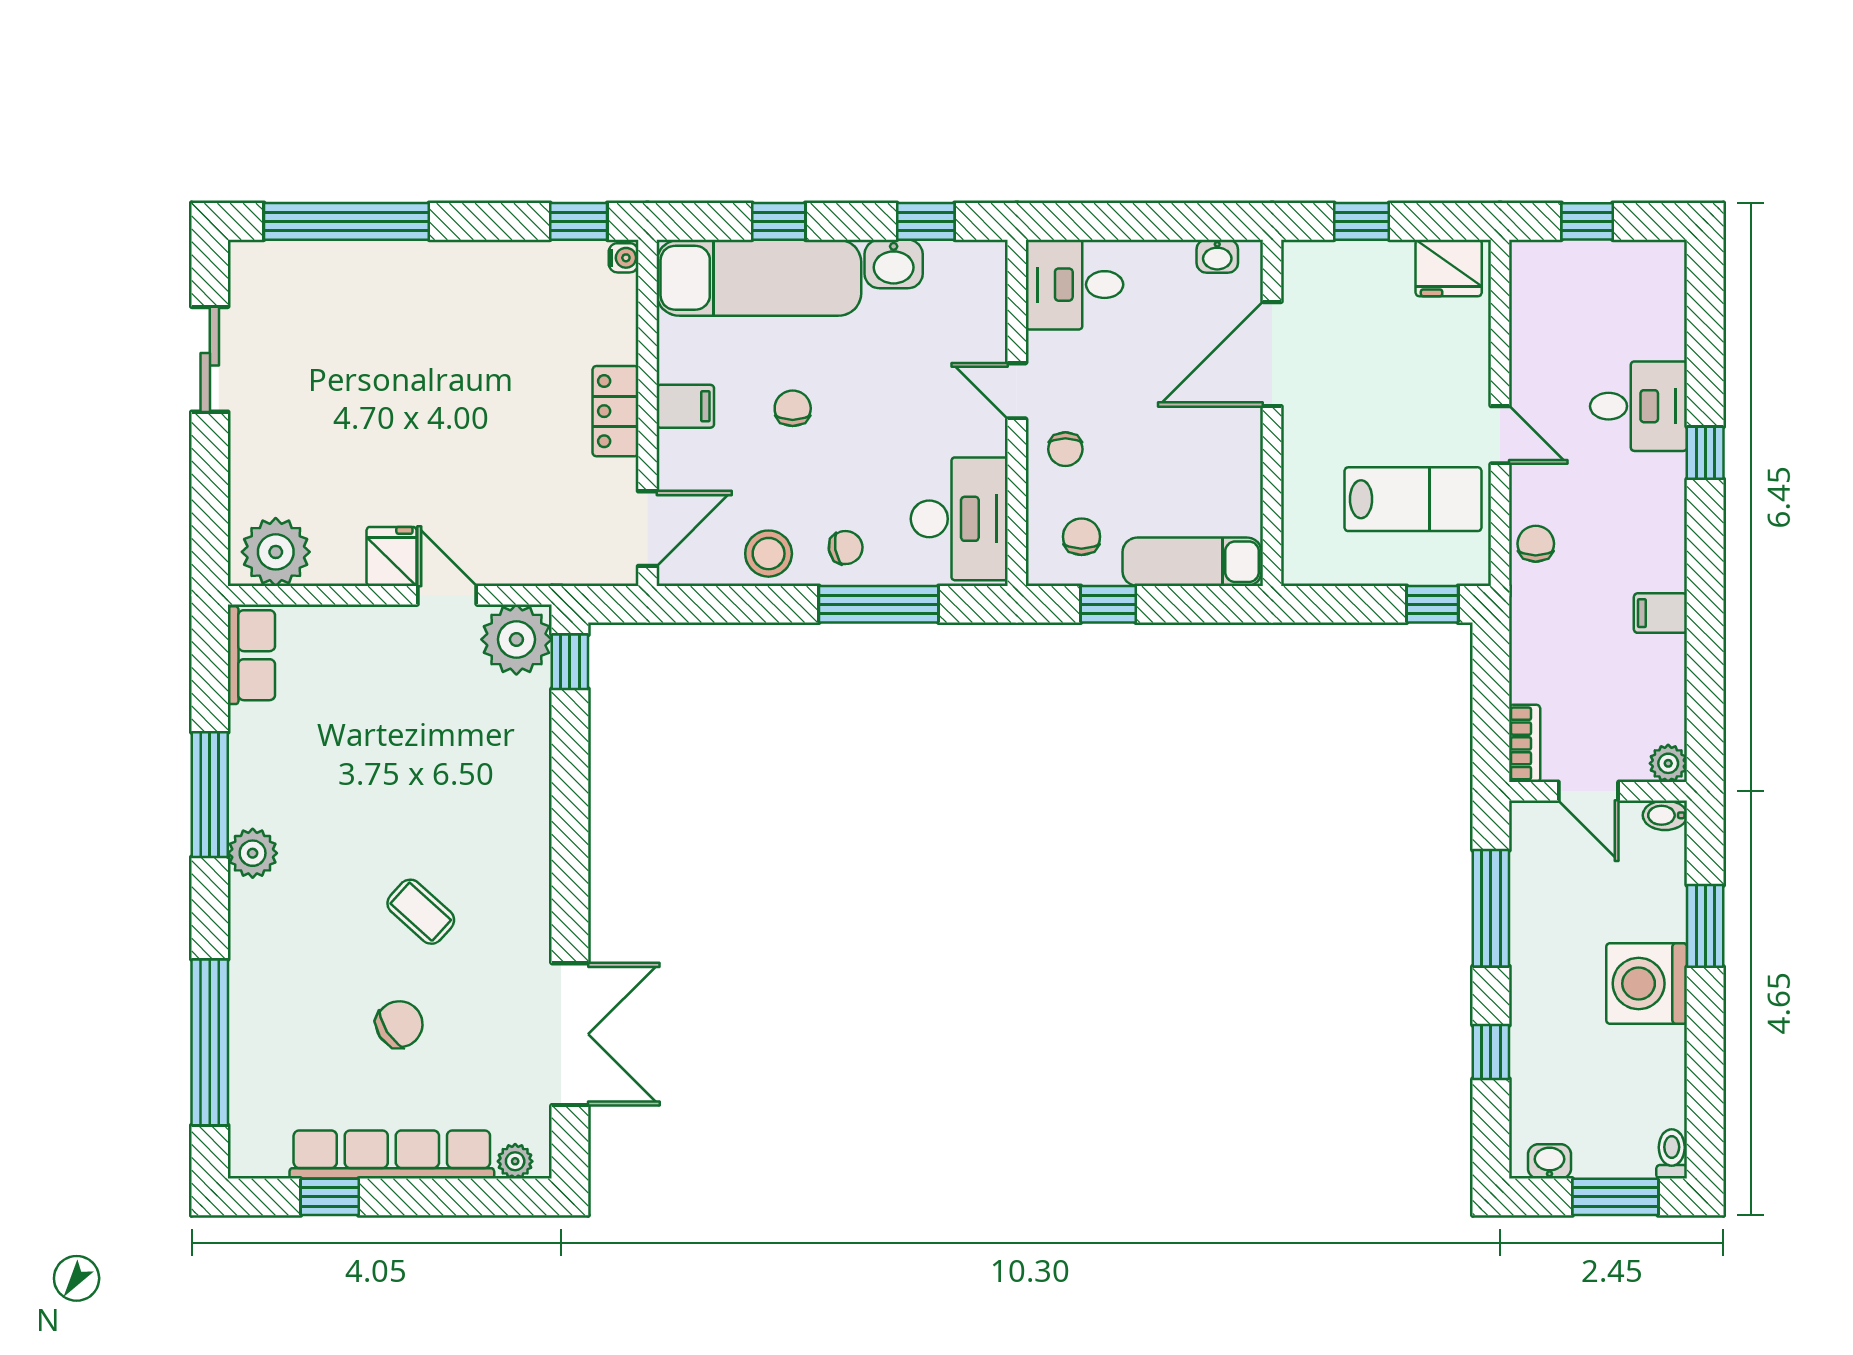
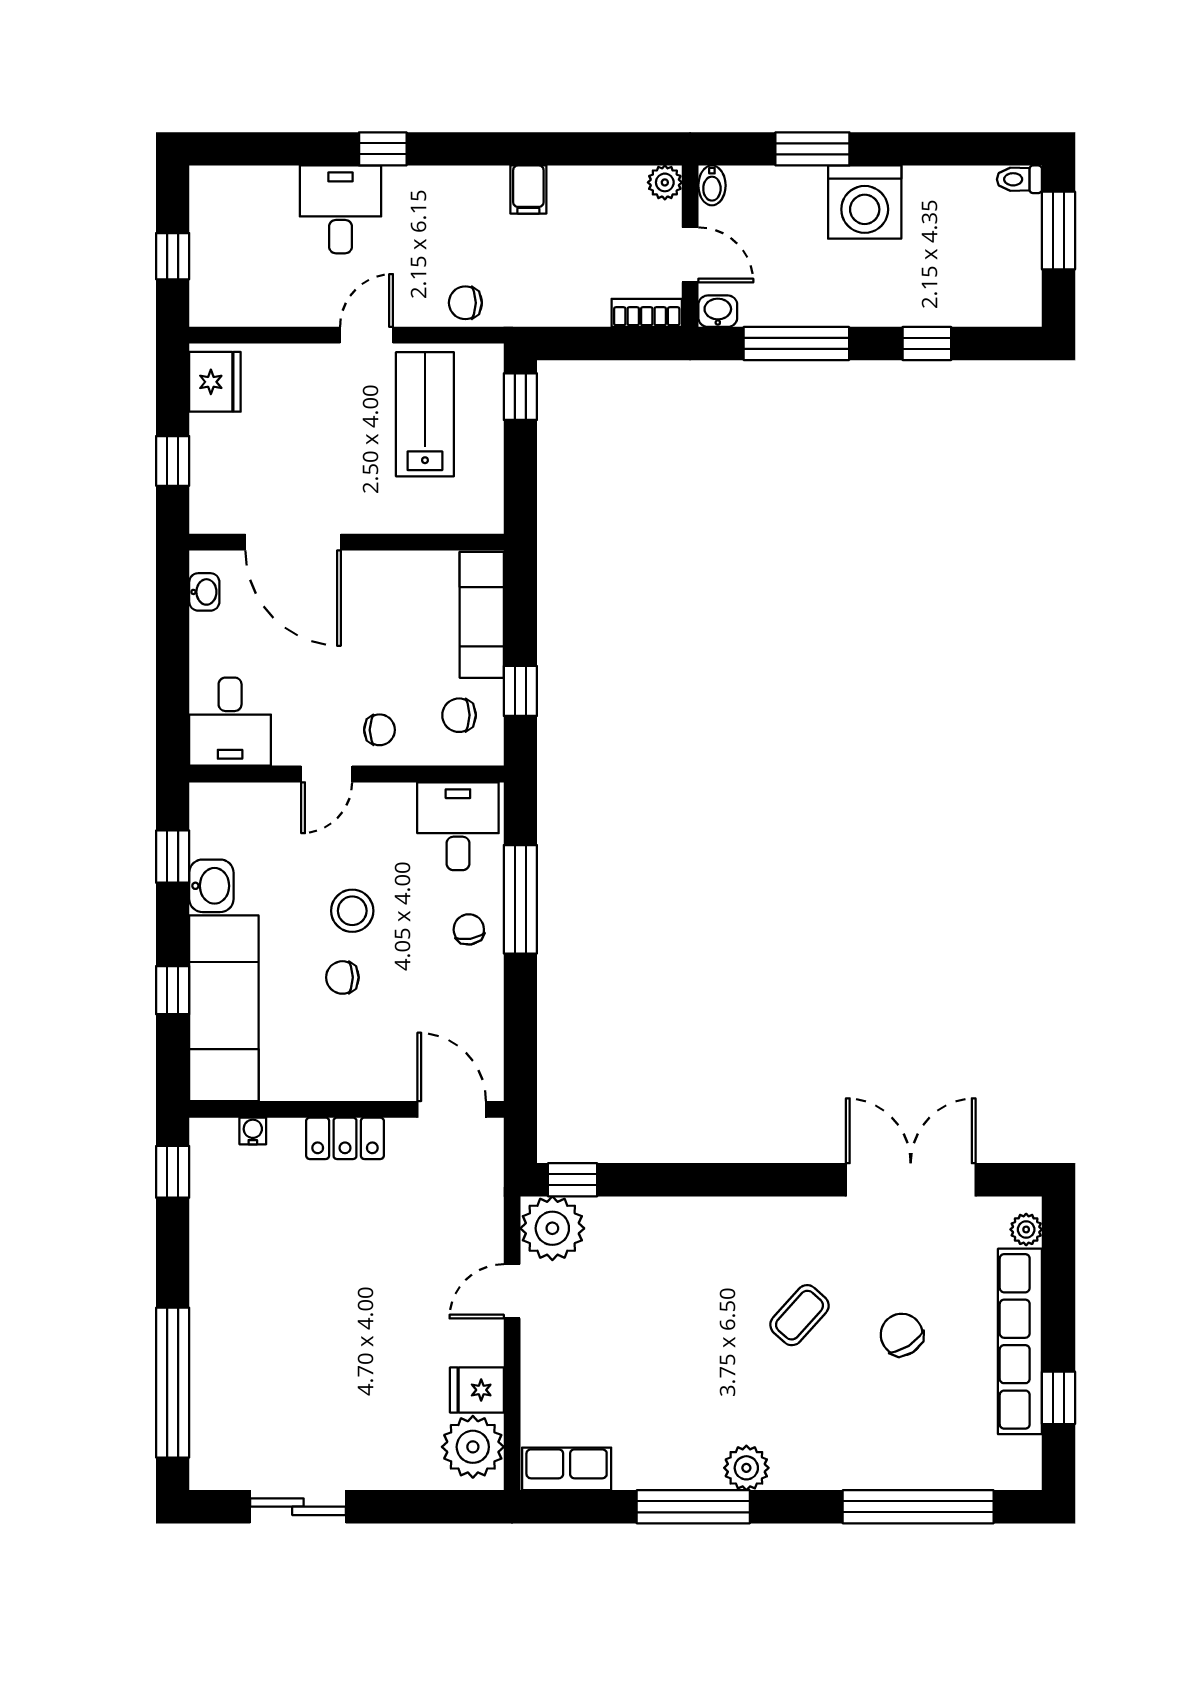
water cooler: (624, 258) -> (253, 1131), moved
filing cabinet: (685, 406) -> (341, 1075), removed
desk: (959, 519) -> (458, 826), width x0.73
stool: (769, 554) -> (352, 911), moved
fridge: (392, 556) -> (477, 1390), moved
door: (1588, 791) -> (690, 255), hinge flipped
washbasin: (1550, 1161) -> (718, 311), moved, turned 90

